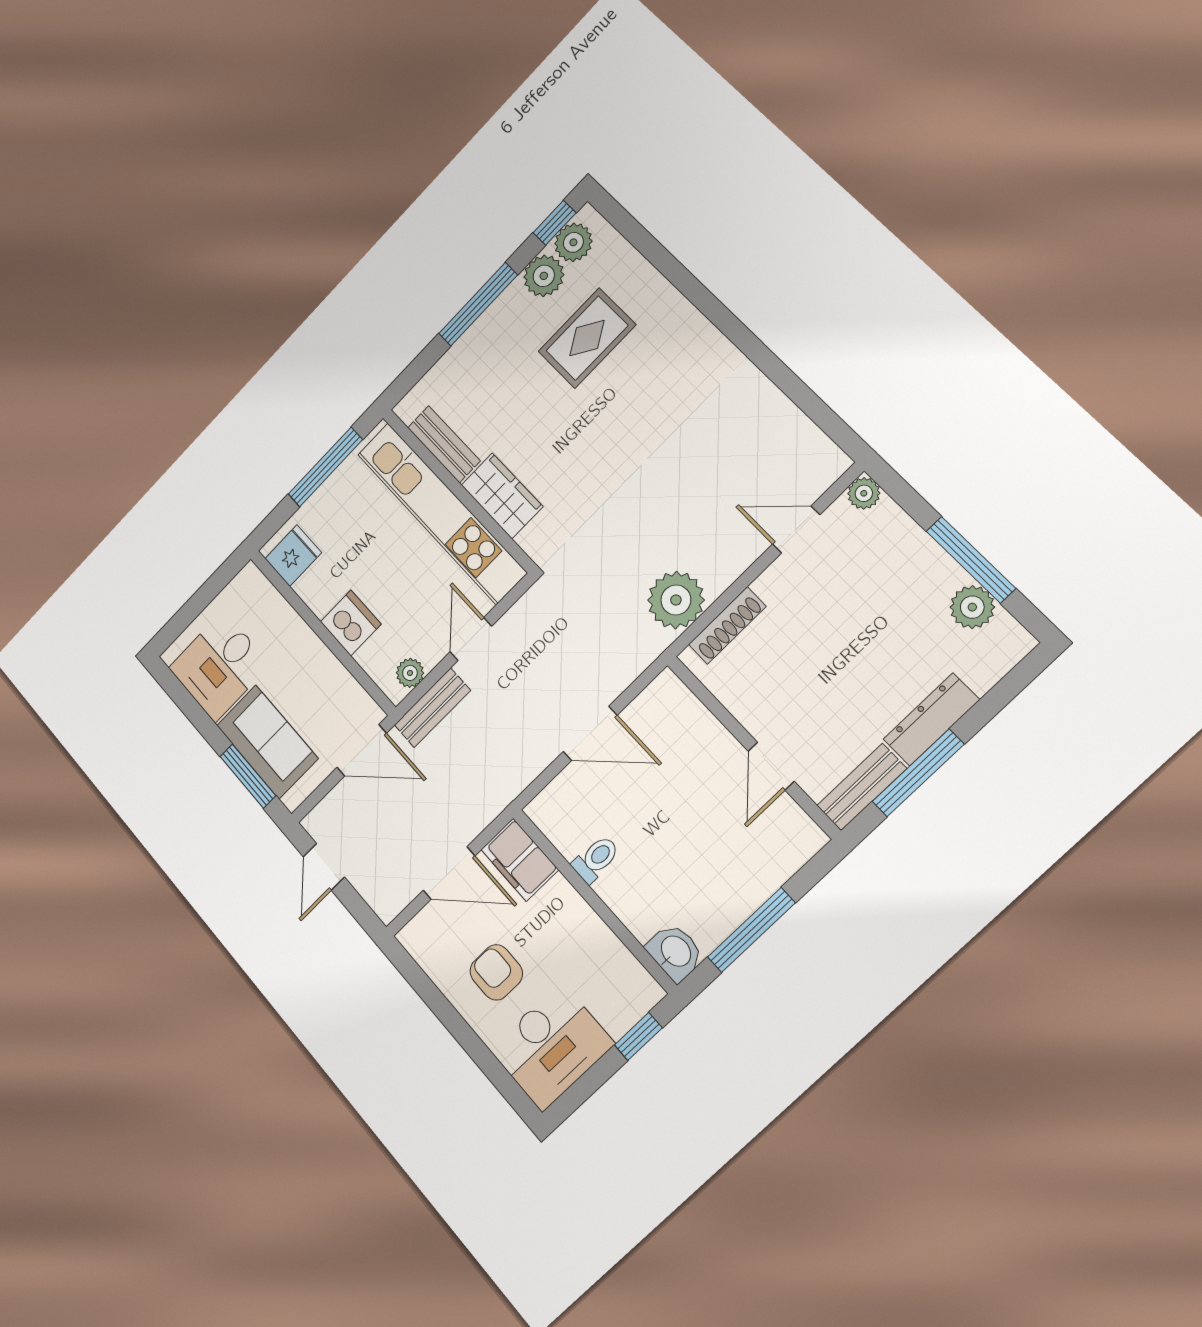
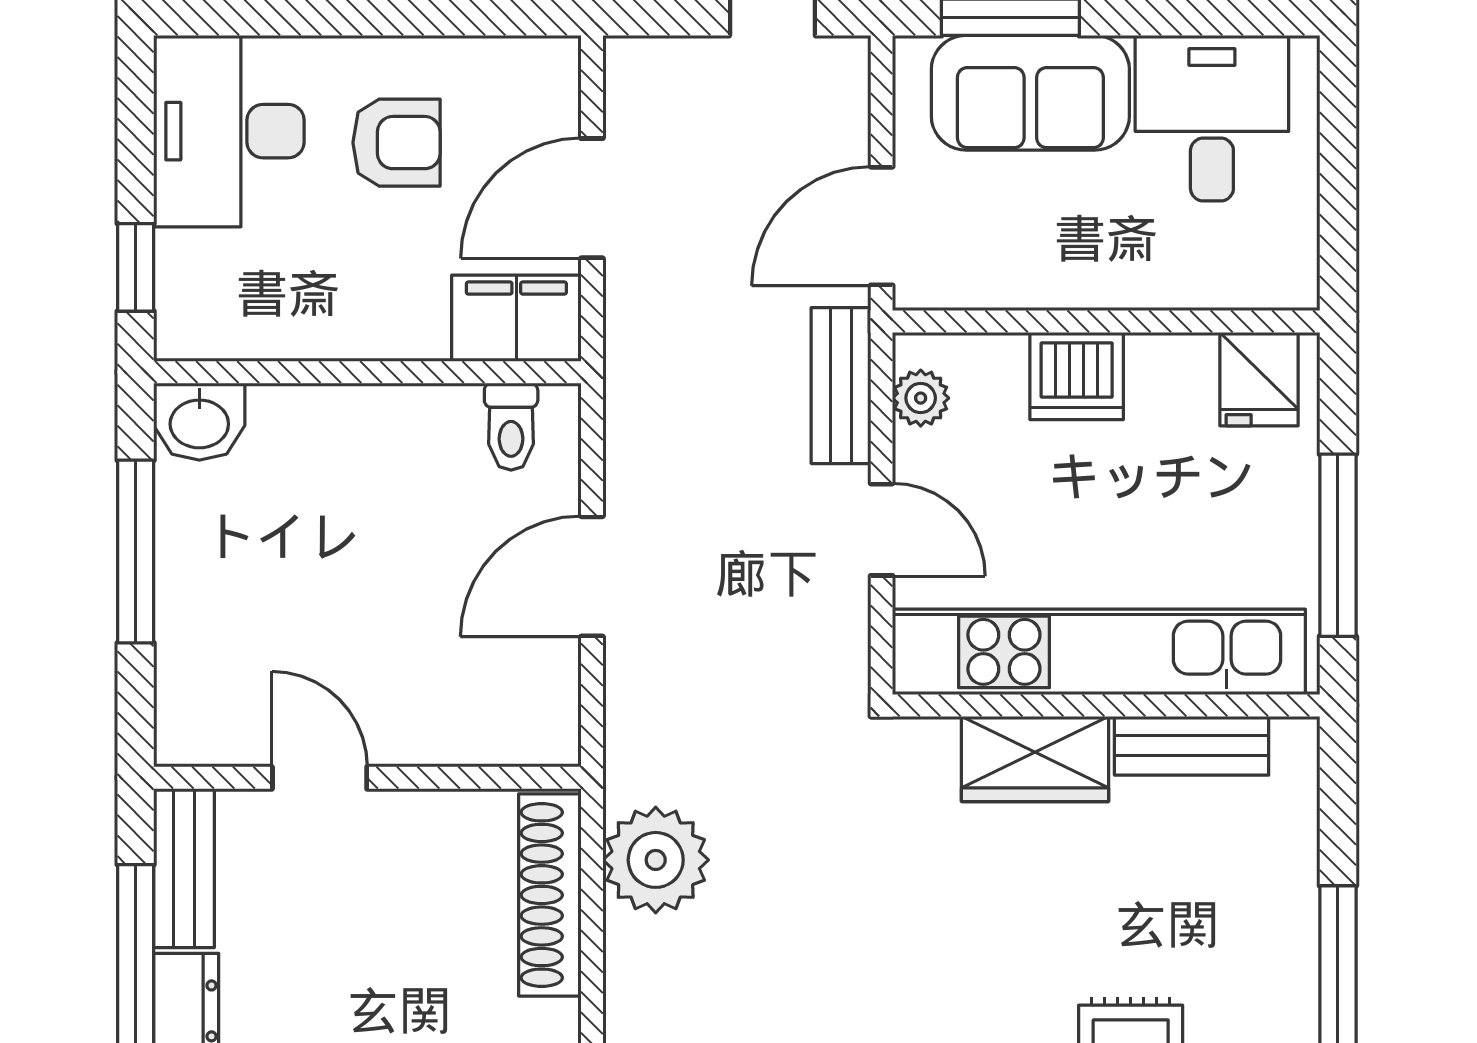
shoe rack: (727, 625) -> (550, 895), width x1.36, depth x1.24
toilet: (596, 859) -> (511, 427), moved

